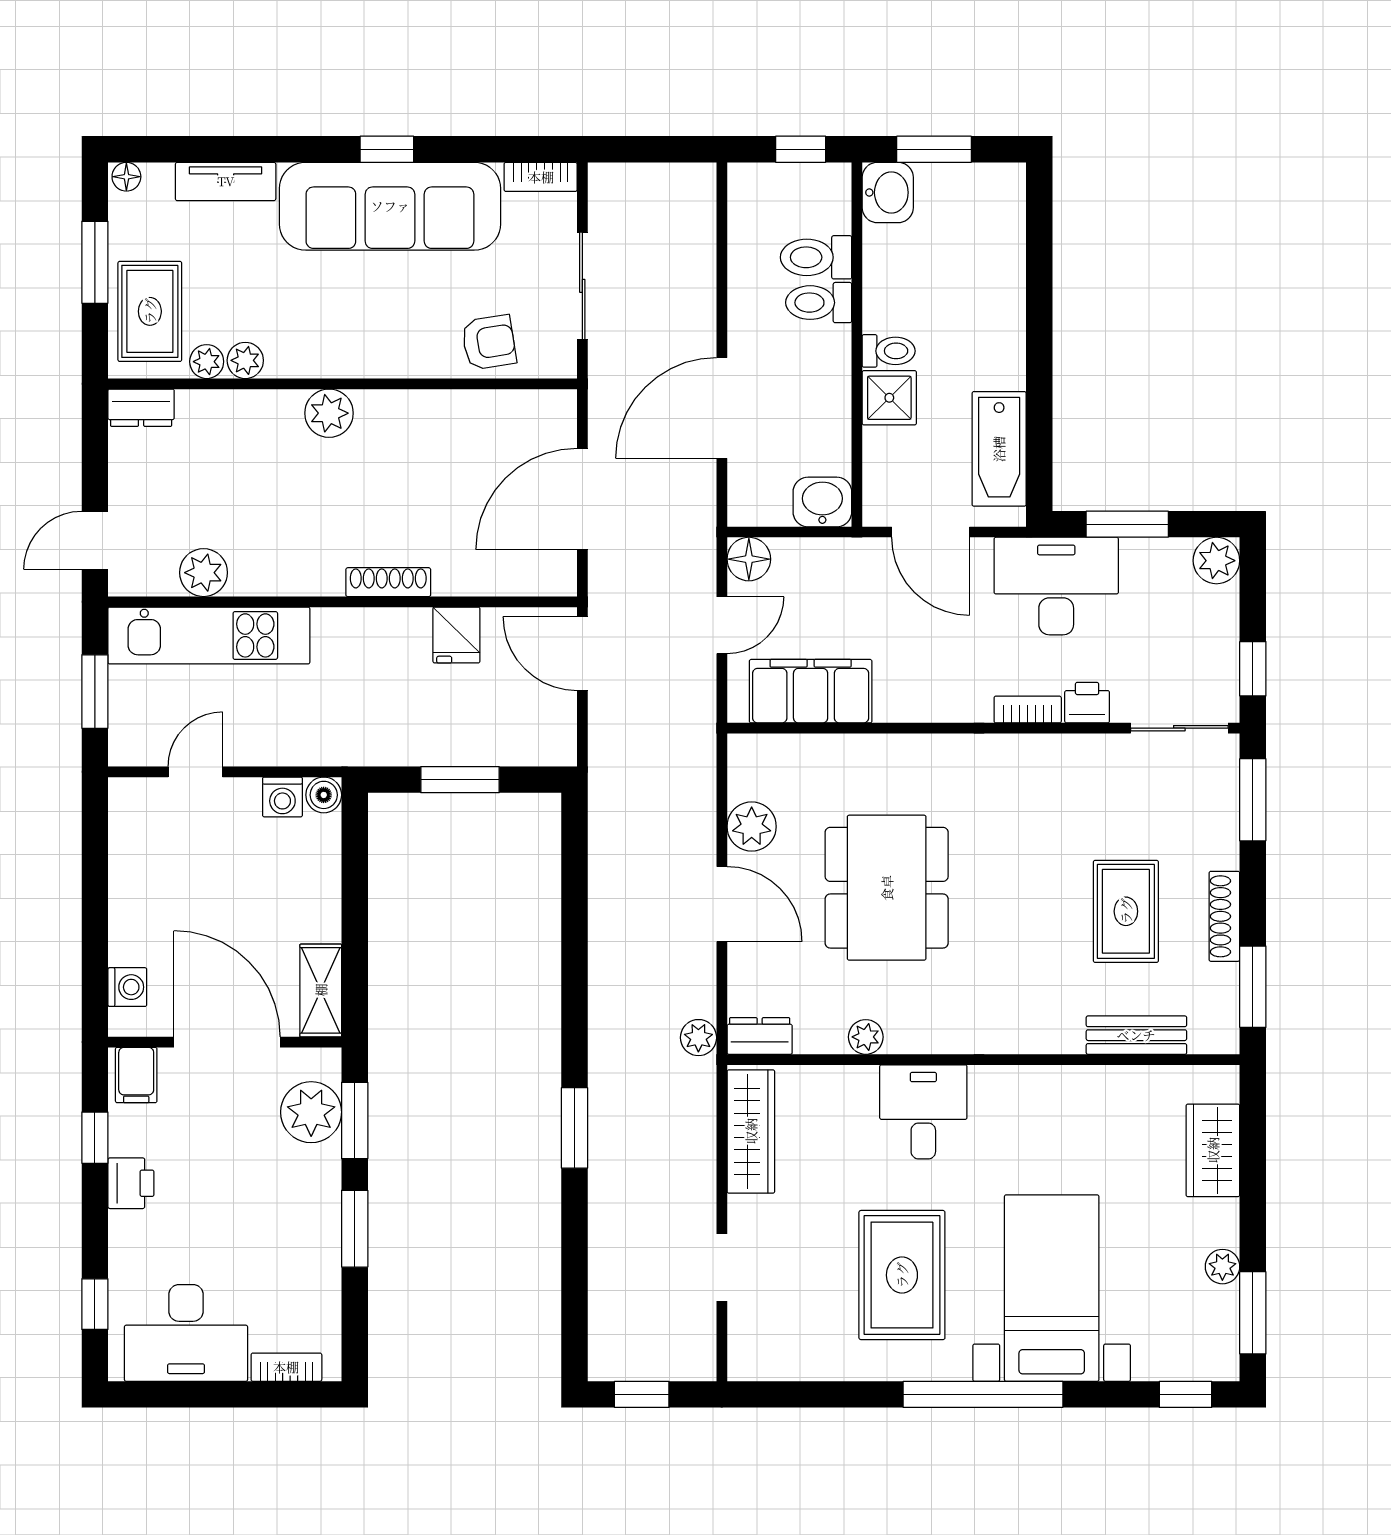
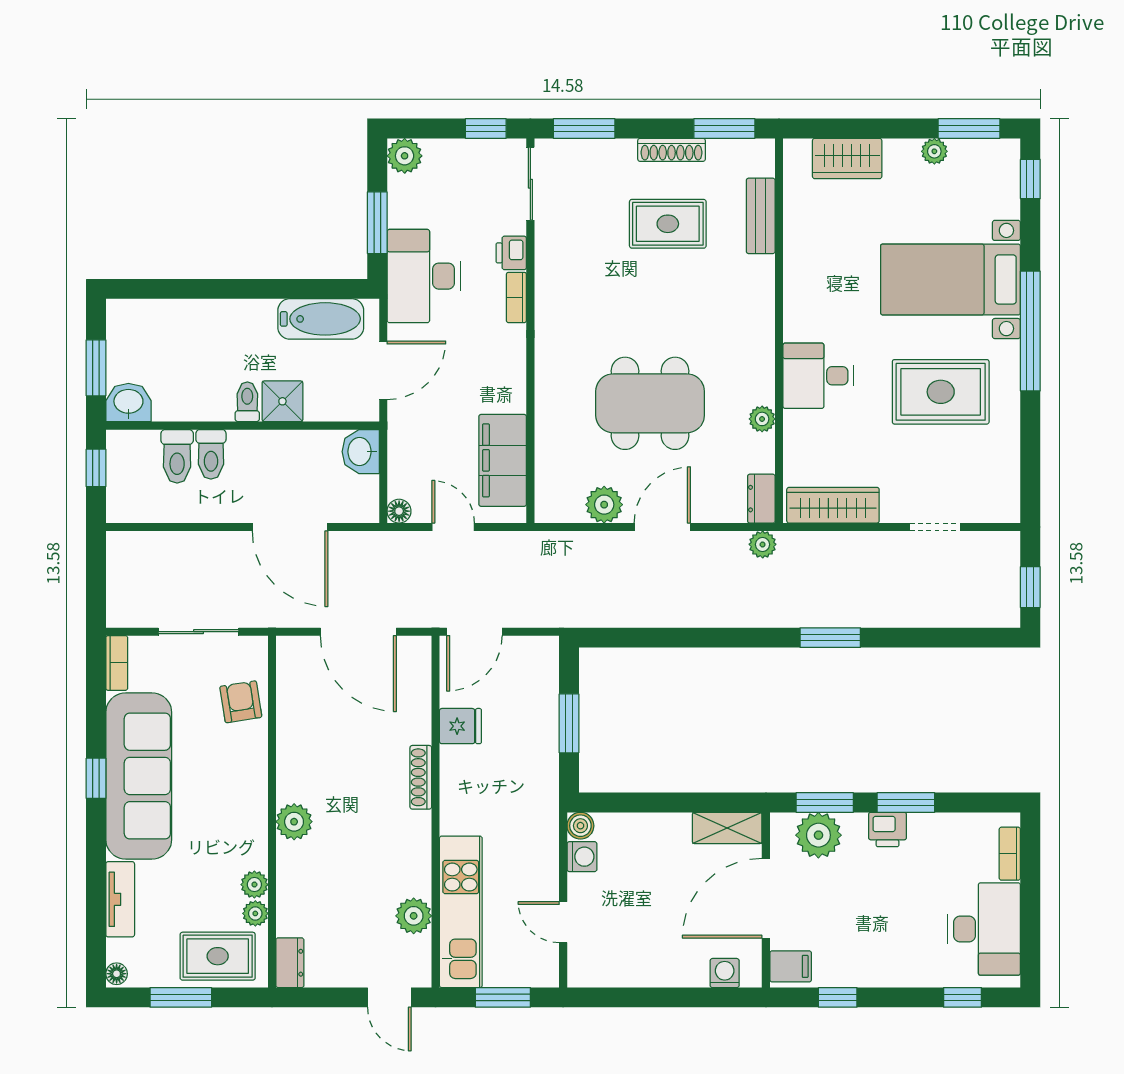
floor lamp: (749, 559) -> (399, 511), width x0.73, depth x0.73
printer: (131, 1183) -> (888, 829), moved, turned 180

